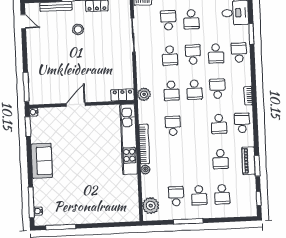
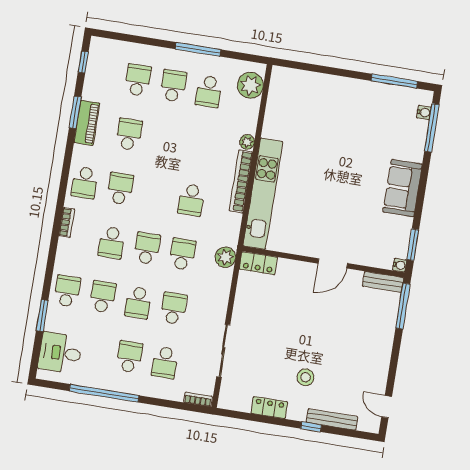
school desk: (239, 53) -> (67, 291), turned 180
bench: (42, 99) -> (383, 282), added

